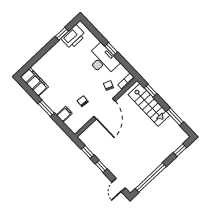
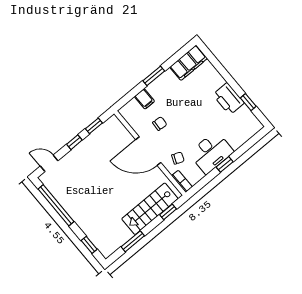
printer: (73, 37) -> (228, 99), moved

